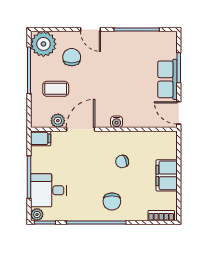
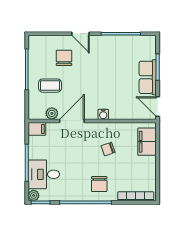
plant: (43, 44) -> (39, 46), removed
filing cabinet: (167, 175) -> (147, 142), moved
bookcase: (161, 216) -> (136, 196), width x1.56

